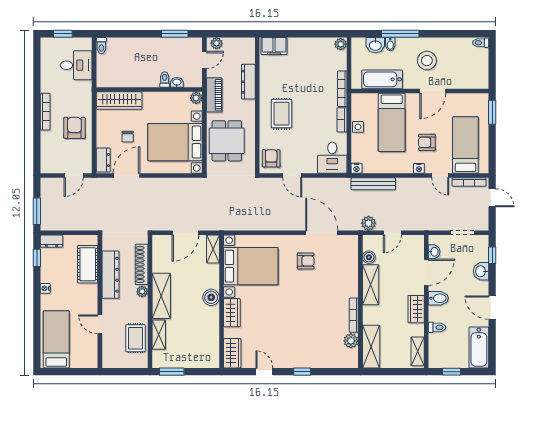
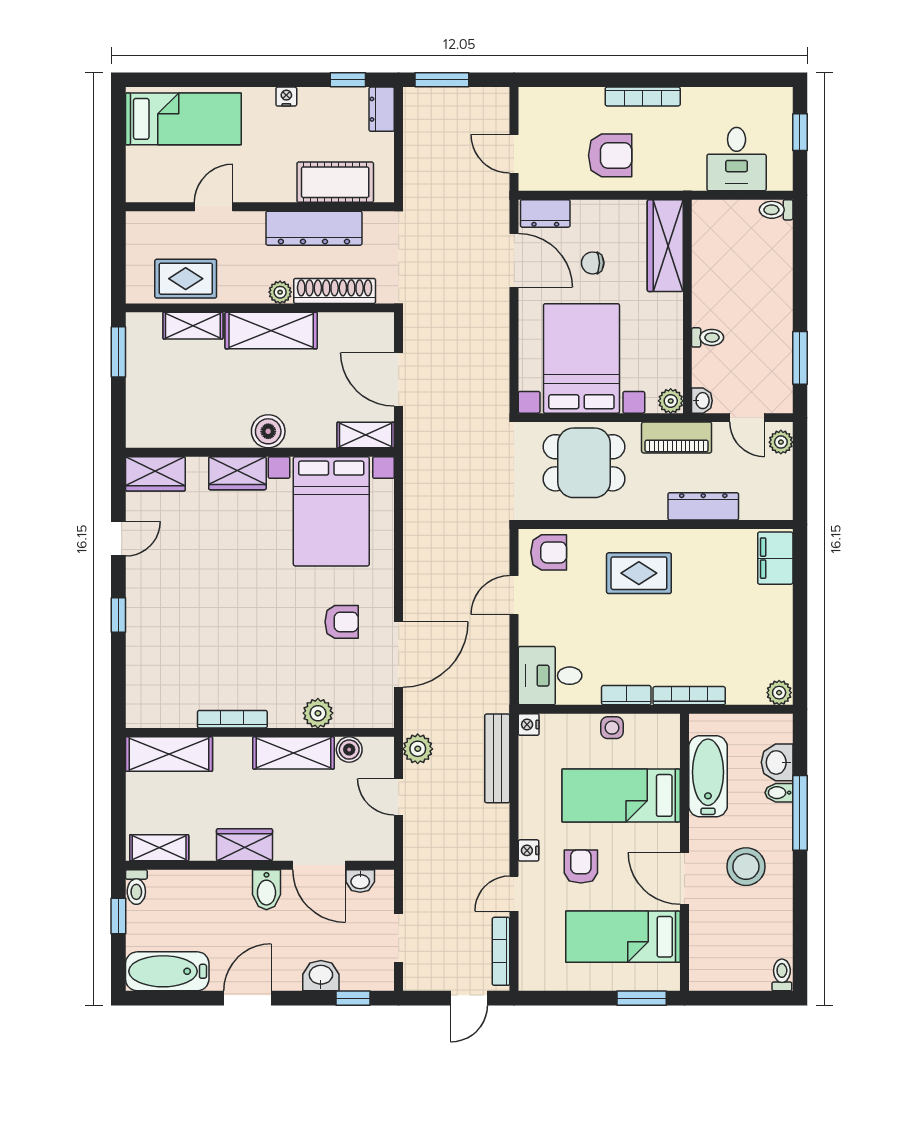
washbasin: (177, 82) -> (702, 401), moved
bed: (465, 145) -> (623, 937), moved, turned 180
armchair: (306, 261) -> (342, 622), turned -90
toilet: (437, 327) -> (136, 887), moved
plant: (351, 341) -> (318, 713), moved

